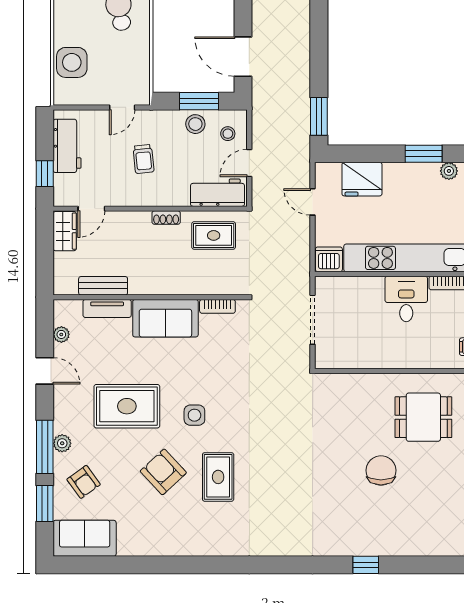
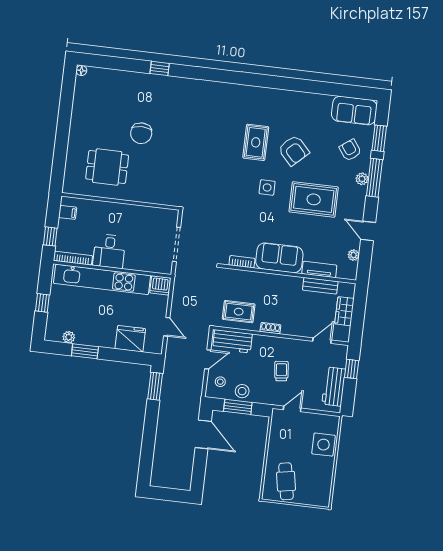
wardrobe: (65, 231) -> (344, 311), moved

